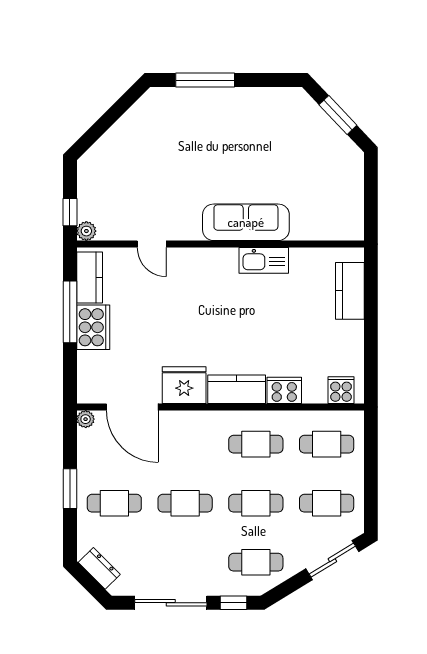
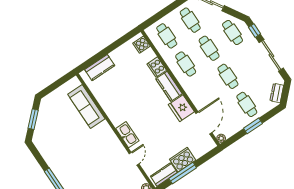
sofa: (246, 222) -> (86, 106), moved
kitchen sink: (264, 260) -> (127, 135), moved

